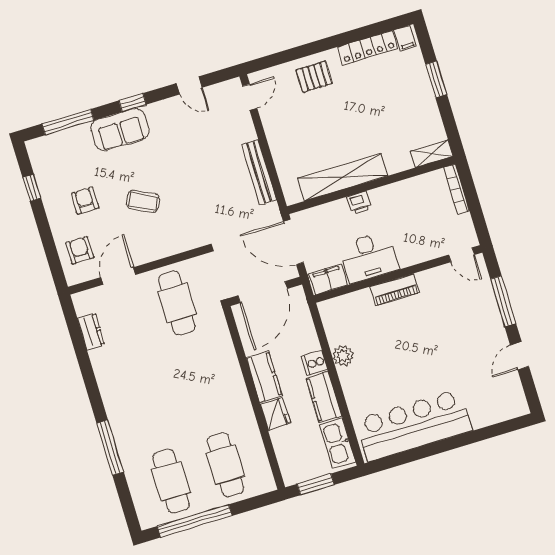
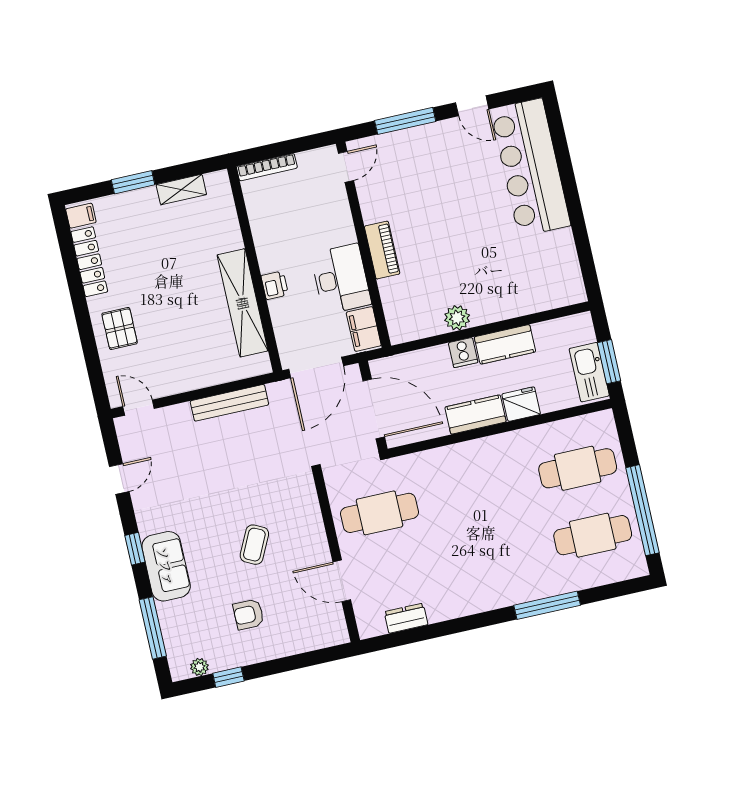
shelving: (432, 153) -> (181, 190), moved, turned 90
plant: (38, 163) -> (199, 667), added
armchair: (80, 250) -> (308, 625), removed
bar counter: (414, 425) -> (530, 167), moved
kitchen sink: (337, 443) -> (589, 372), moved, turned 90

